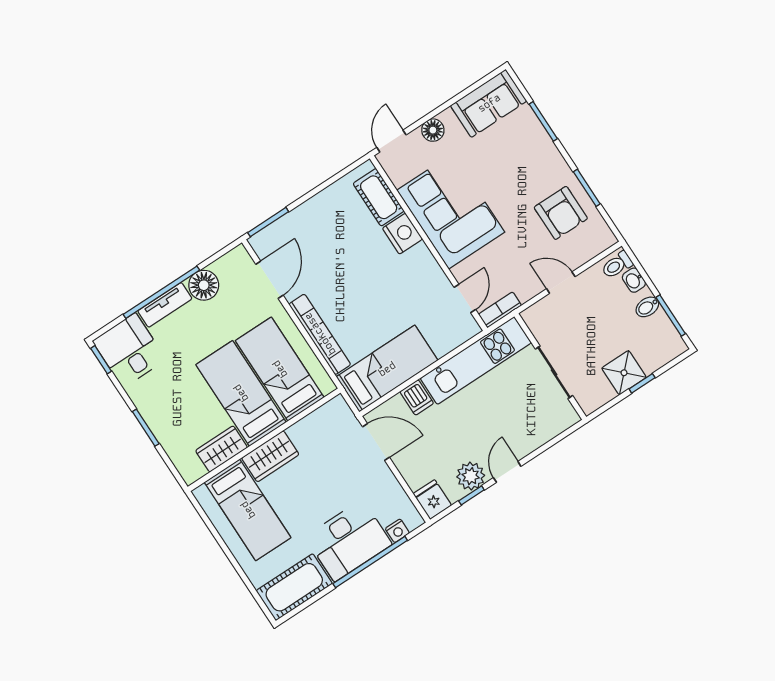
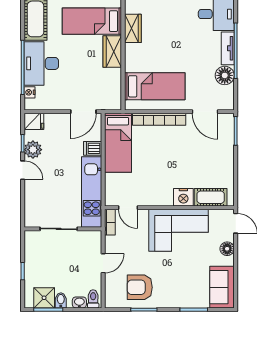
shower: (624, 373) -> (44, 298), moved
bed: (241, 393) -> (155, 58), removed

